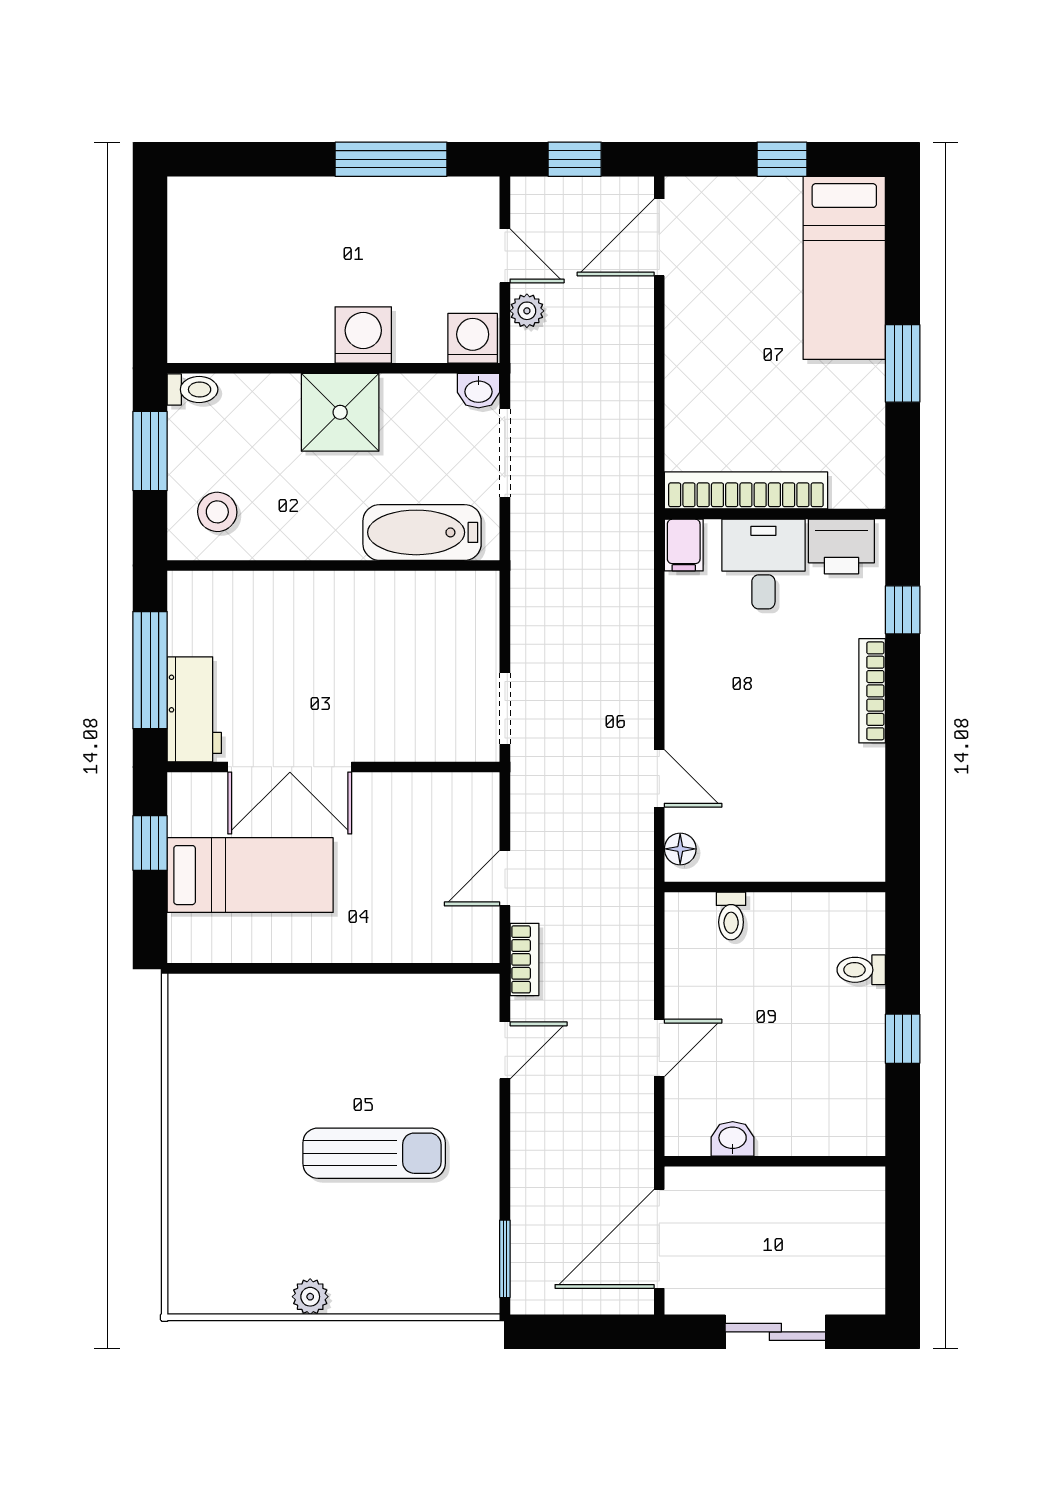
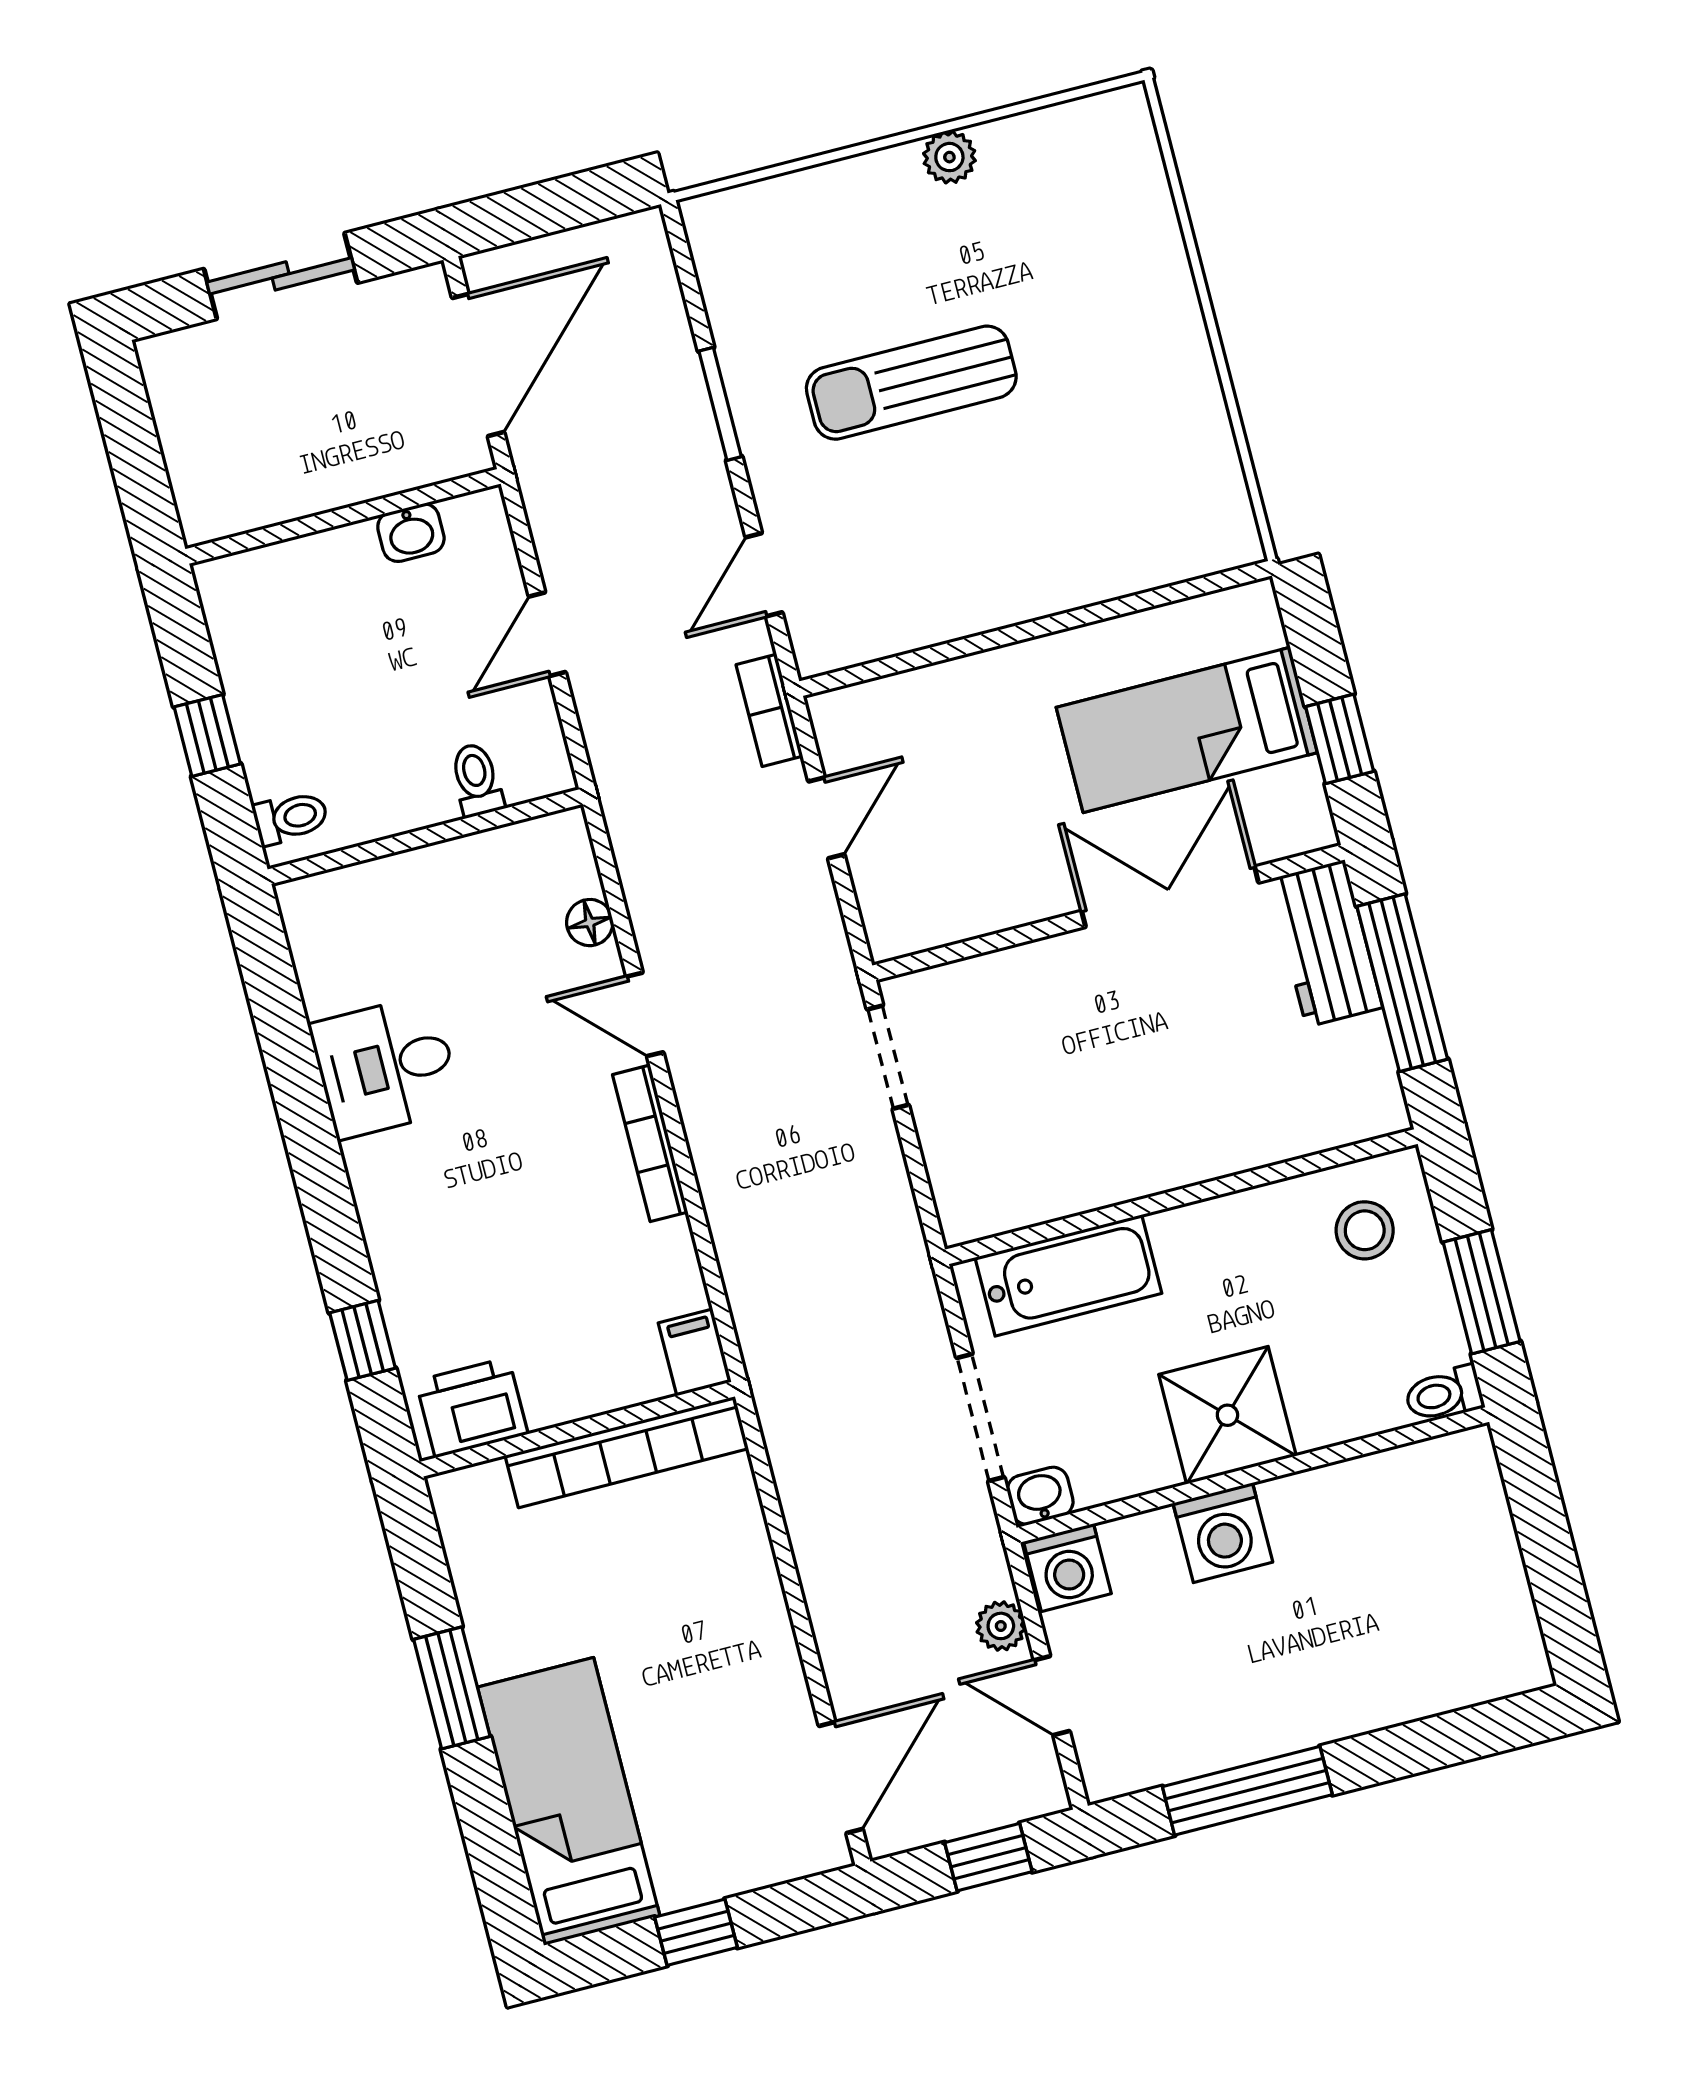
desk: (763, 564) -> (385, 1067), moved, turned 90
bookcase: (872, 691) -> (650, 1143), moved, turned 180
wall: (775, 887) -> (425, 837), moved
toilet: (731, 916) -> (477, 780), moved
window: (505, 1259) -> (720, 404), moved

